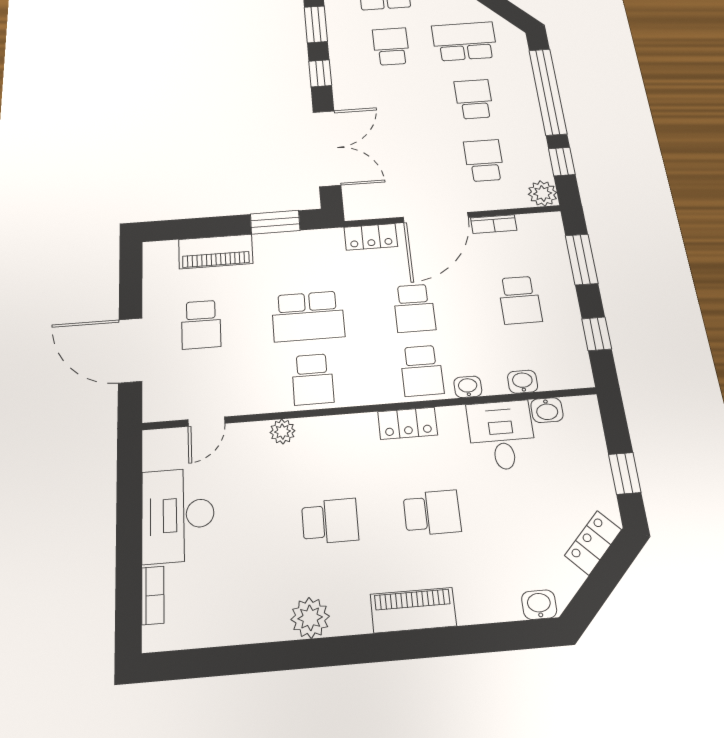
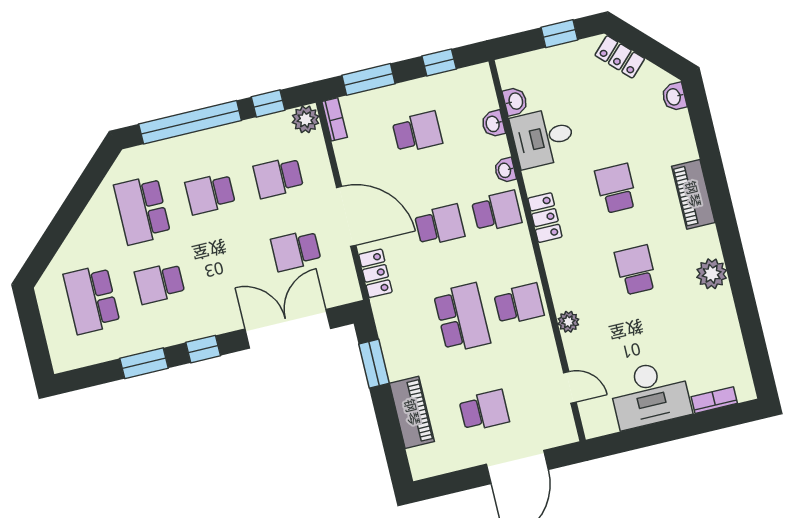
school desk: (406, 166) -> (296, 250), added
bookcase: (494, 224) -> (335, 119), moved

